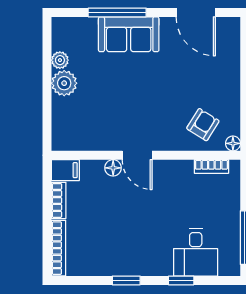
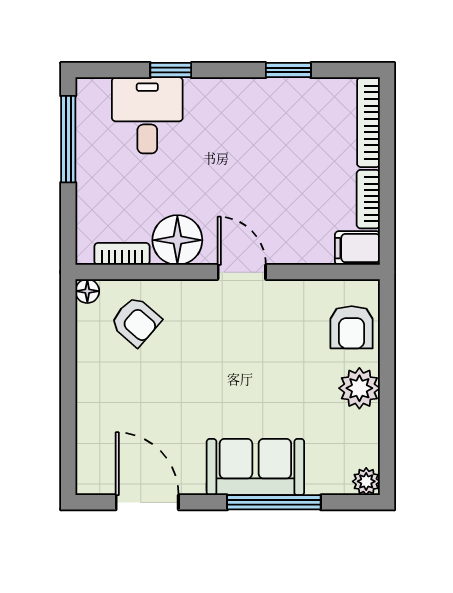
plant: (60, 60) -> (366, 481), moved
armchair: (69, 121) -> (352, 327), added
armchair: (203, 125) -> (136, 321), turned -81
floor lamp: (113, 168) -> (177, 240), moved, width x1.89, depth x1.89
window: (126, 280) -> (288, 70), moved

